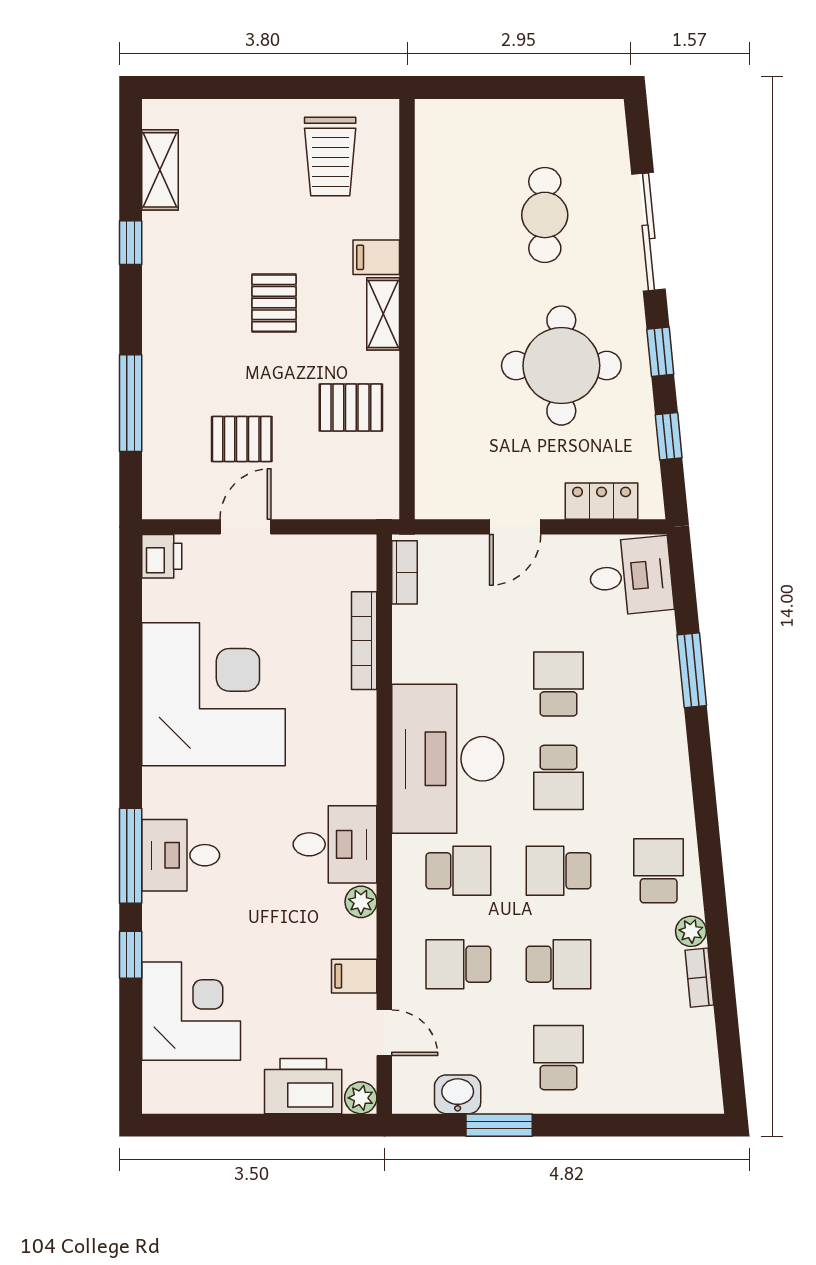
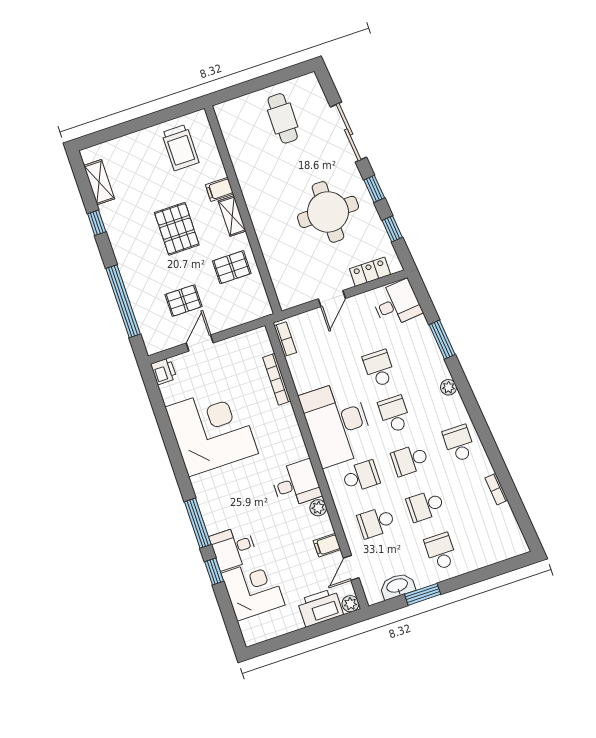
cafe table: (545, 215) -> (283, 118), moved
pallet: (274, 303) -> (177, 229), width x1.50, depth x1.42
window: (131, 403) -> (123, 301), width x1.46
school desk: (558, 777) -> (394, 414), turned 180
desk: (181, 855) -> (233, 548), moved
plant: (691, 931) -> (448, 387), moved
school desk: (558, 964) -> (425, 506), turned 180
door: (384, 1033) -> (351, 568), swing flipped
washbasin: (458, 1094) -> (397, 586), width x1.38

